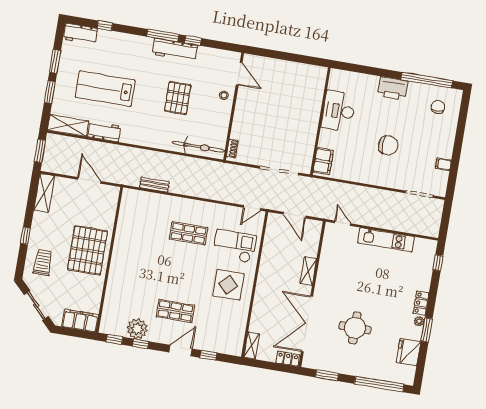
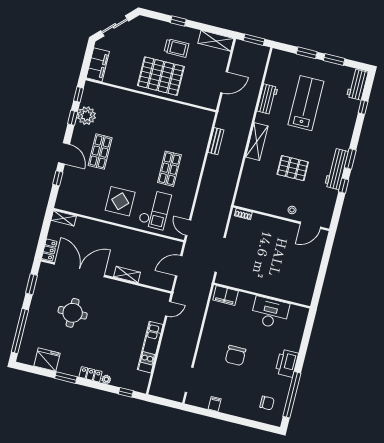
window: (163, 35) -> (350, 159), width x0.69
shelving: (68, 126) -> (257, 141), moved
bicycle: (198, 147) -> (247, 184), removed
trolley: (43, 263) -> (176, 48), moved
plant: (419, 321) -> (106, 379), moved

